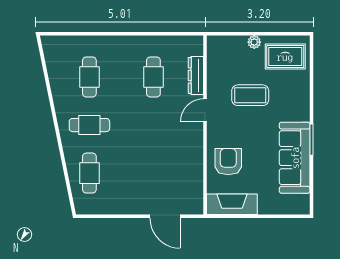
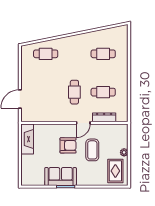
door: (205, 110) -> (83, 123), swing flipped
cafe table: (89, 125) -> (74, 92), moved
sofa: (295, 158) -> (61, 177), width x0.73
armchair: (228, 162) -> (68, 145), moved

